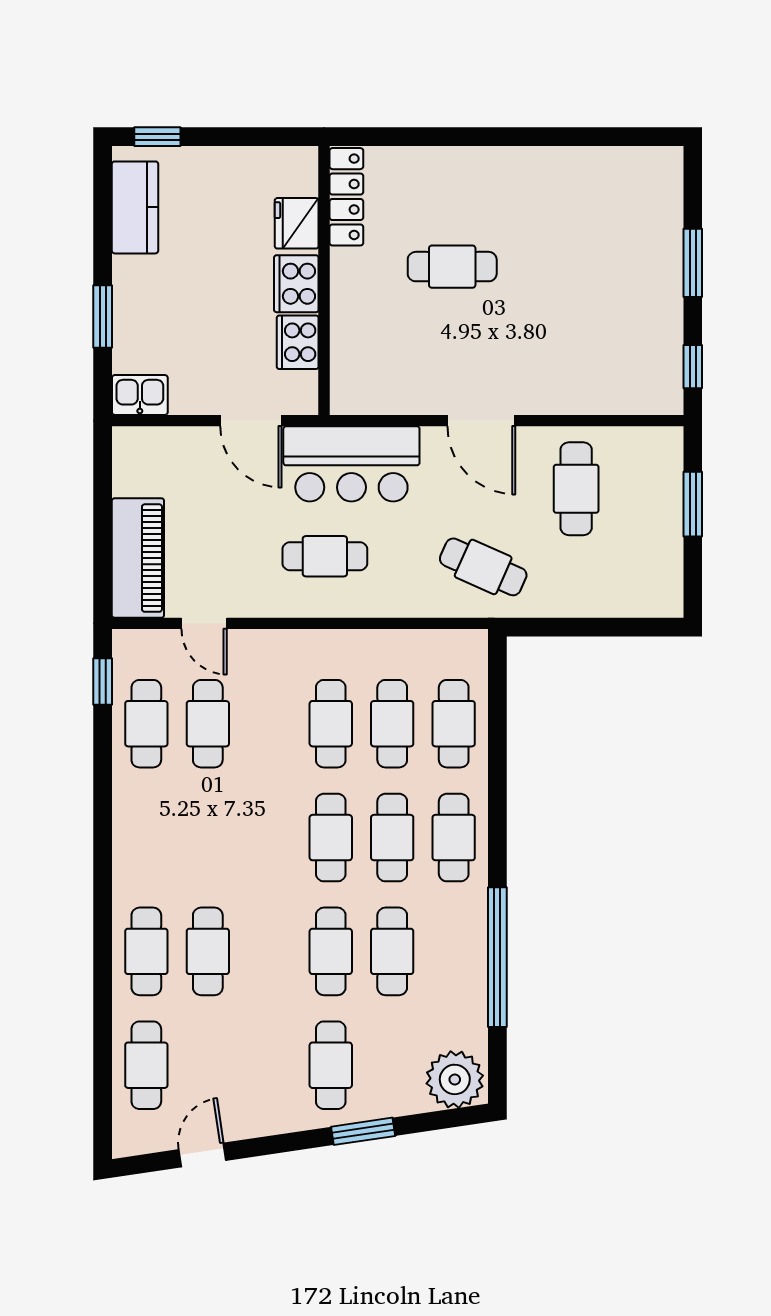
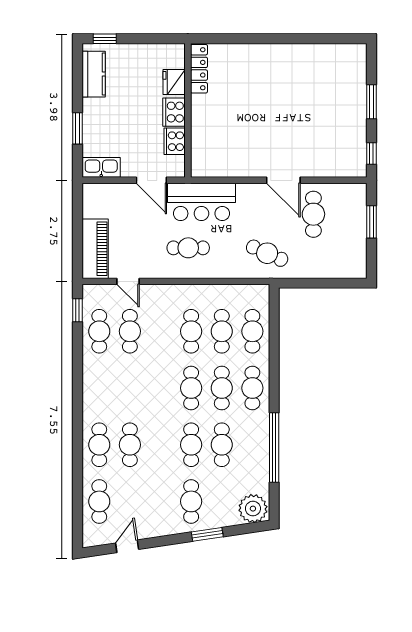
cafe table: (452, 267) -> (252, 104), removed
kitchen sink: (140, 395) -> (101, 167), width x1.38
door: (481, 421) -> (283, 180), moved

